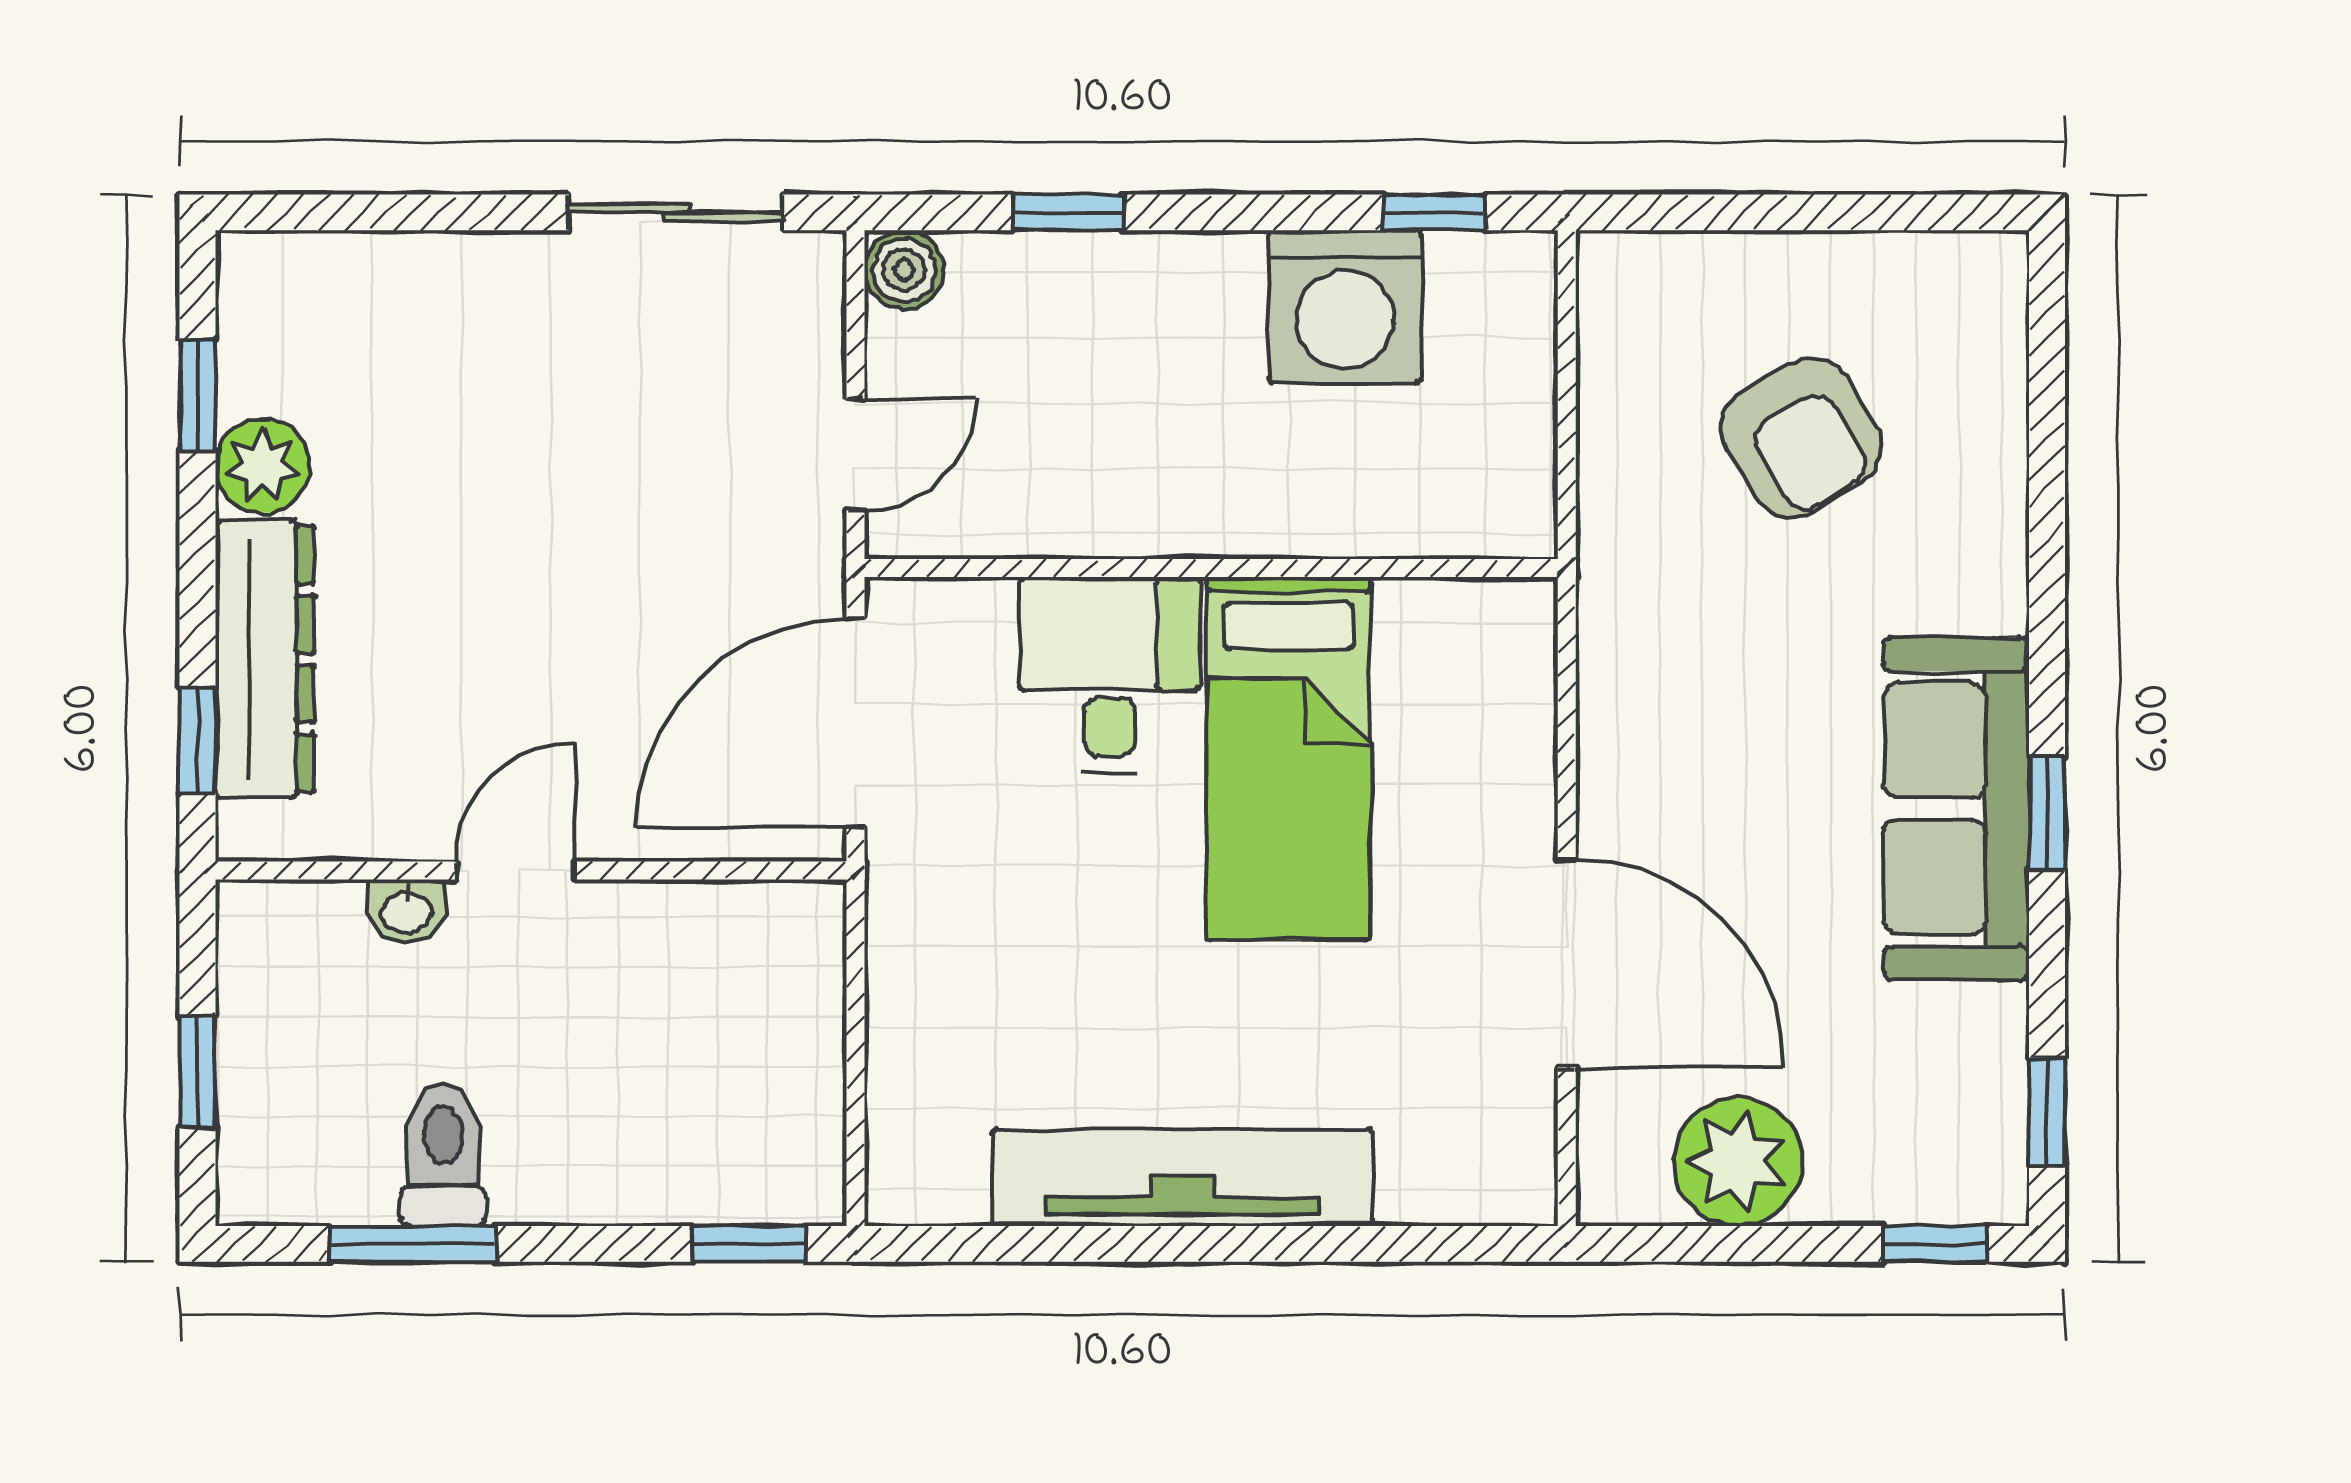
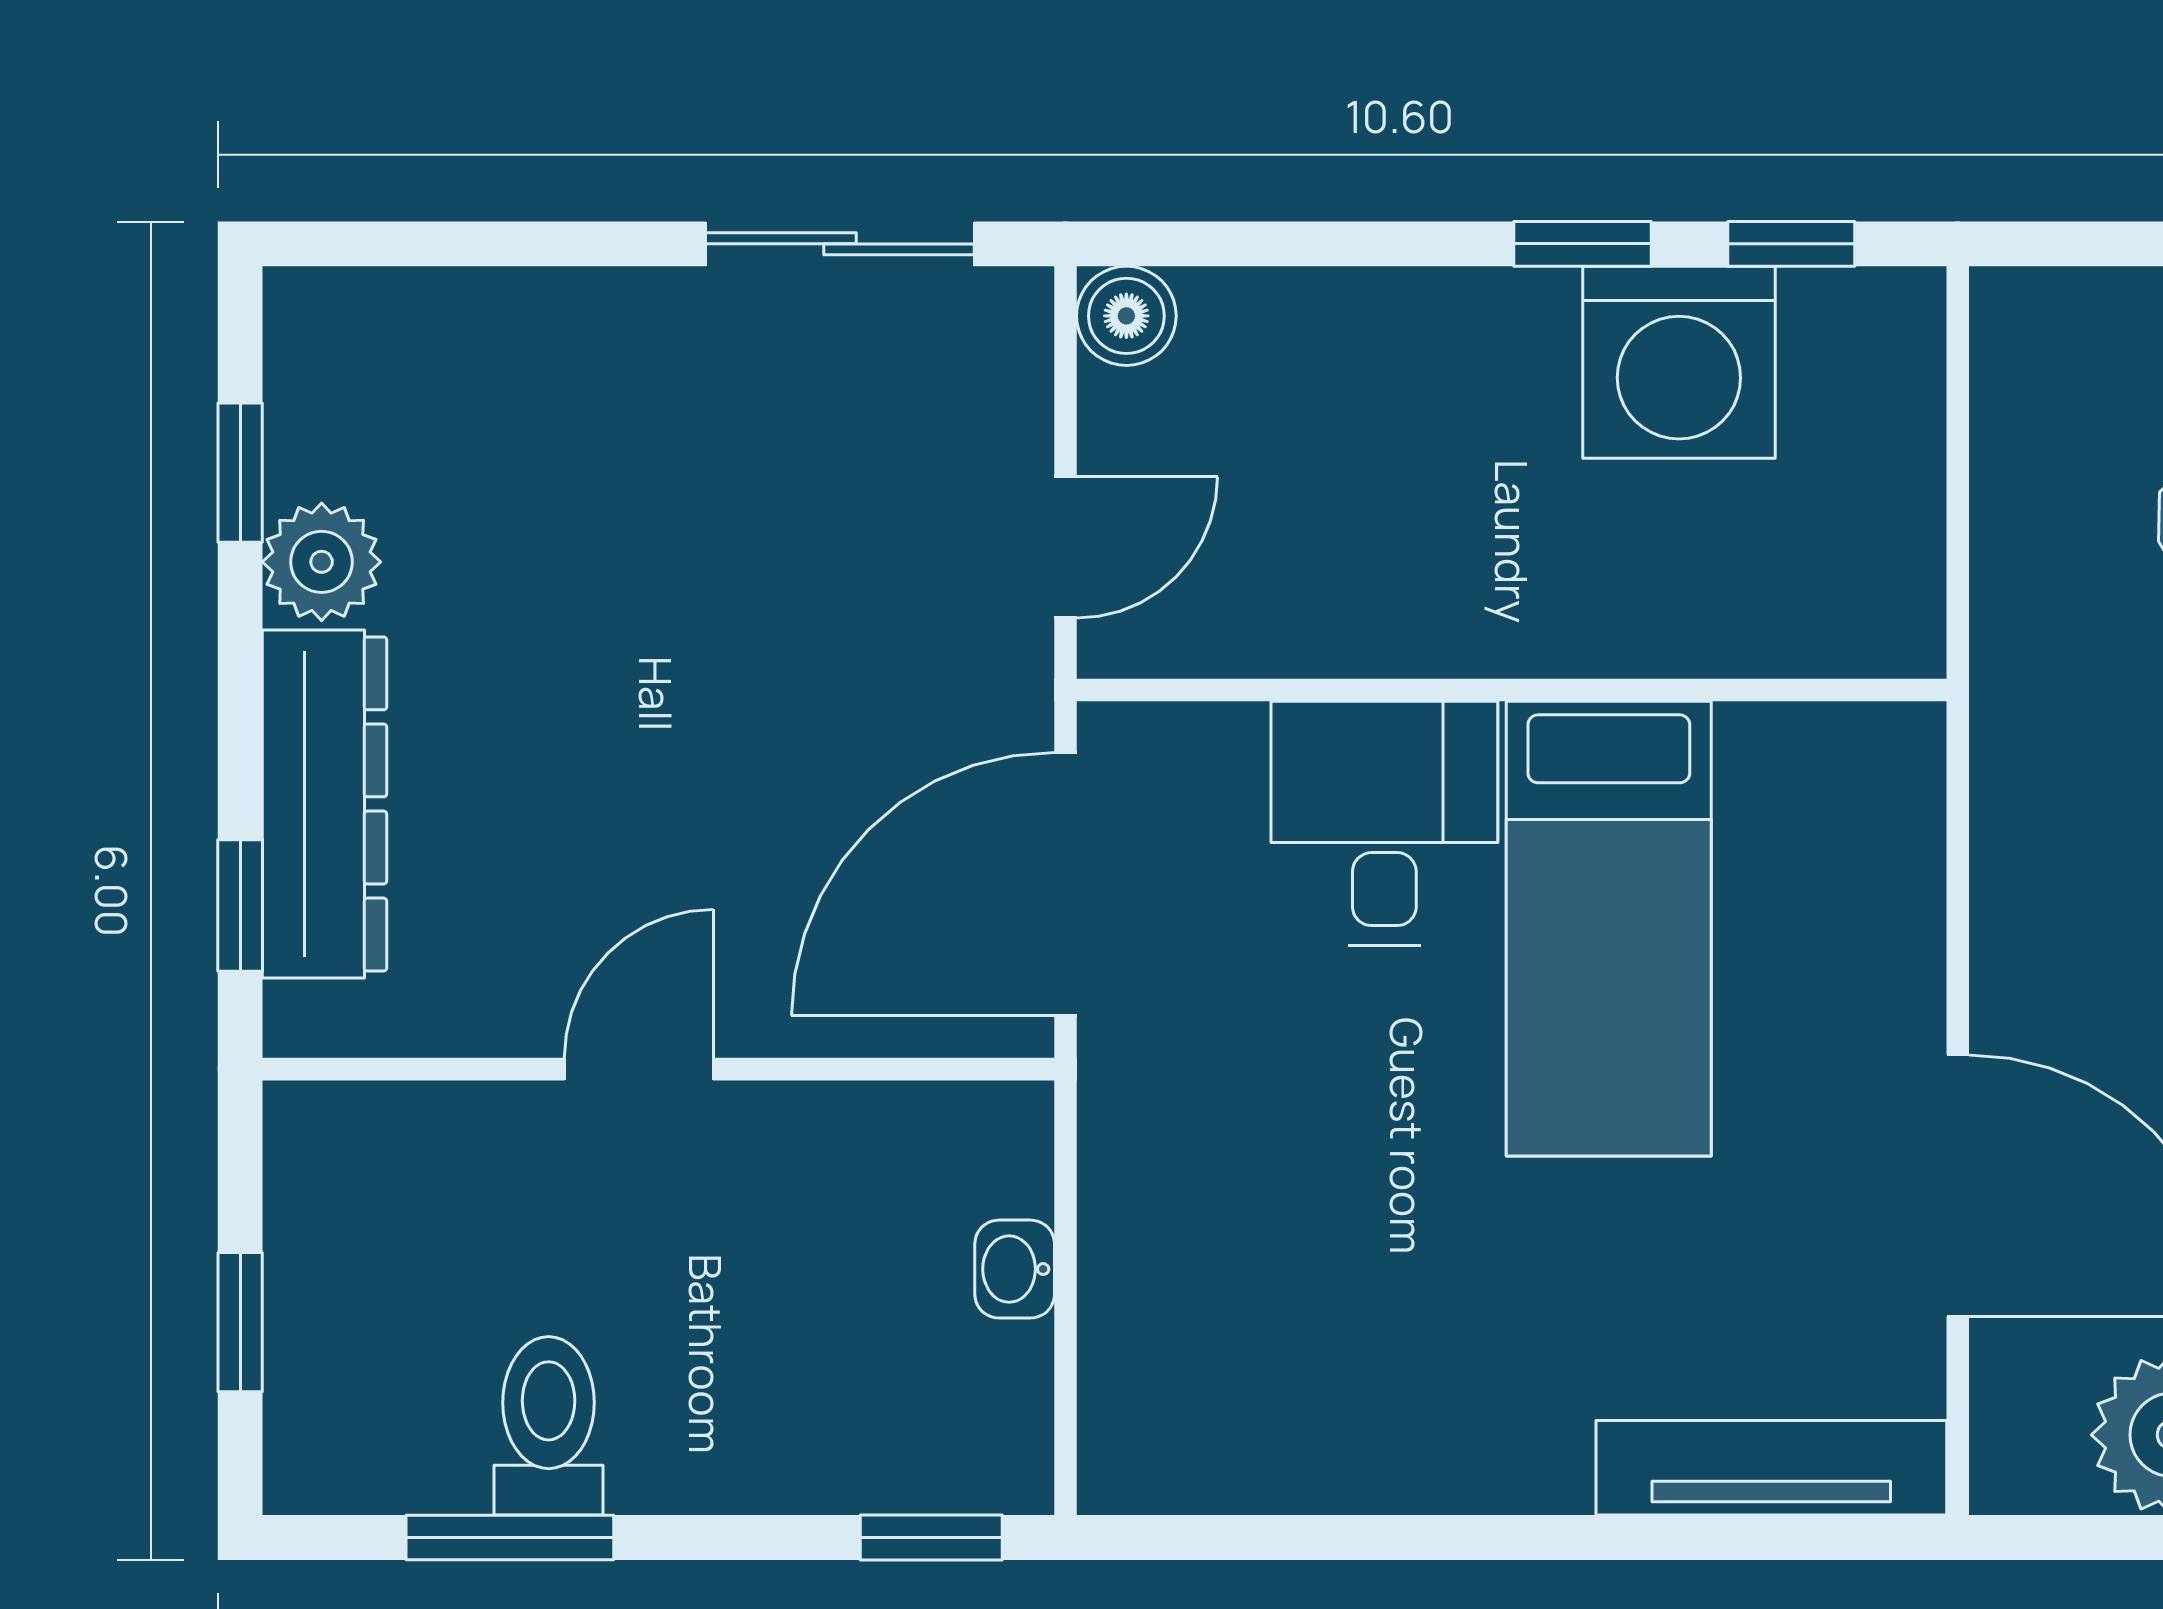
window: (1068, 212) -> (1583, 244), moved
washbasin: (406, 911) -> (1015, 1269), moved, turned 90
tv unit: (1183, 1177) -> (1771, 1468), moved, width x0.73, depth x0.78

